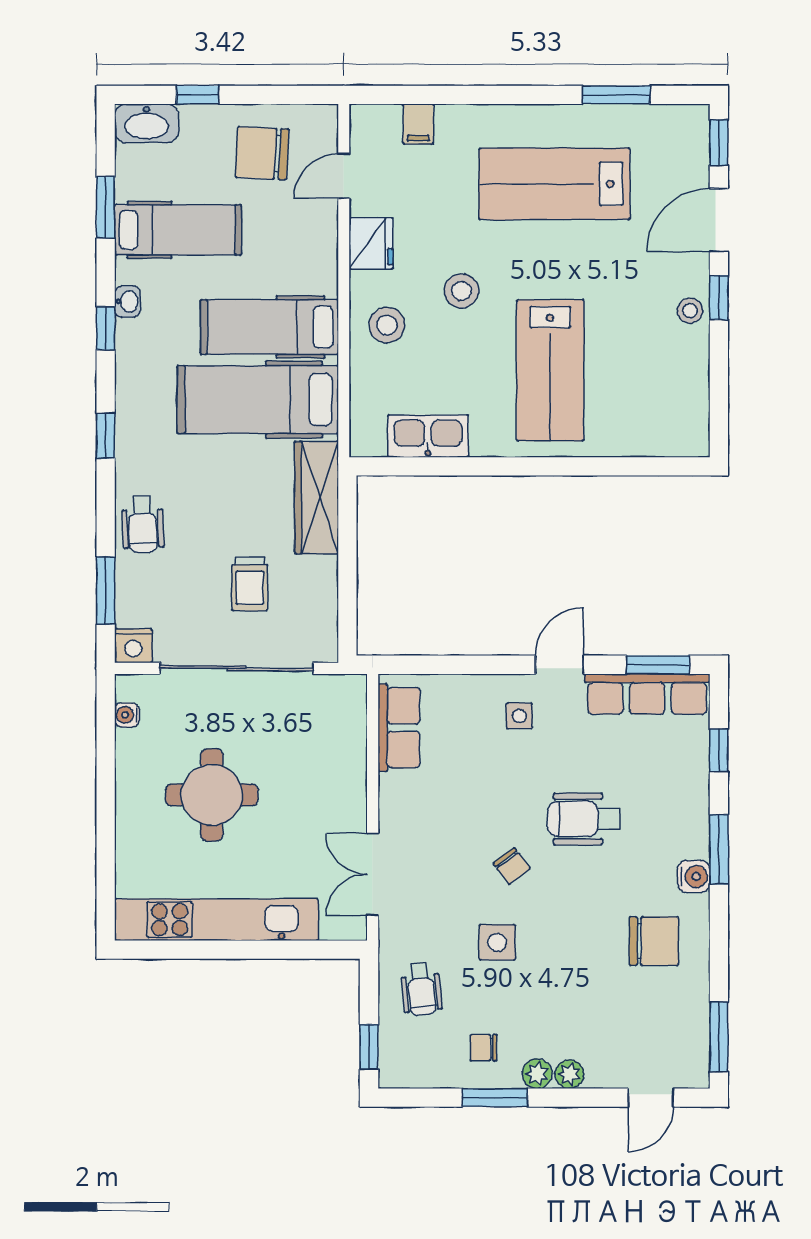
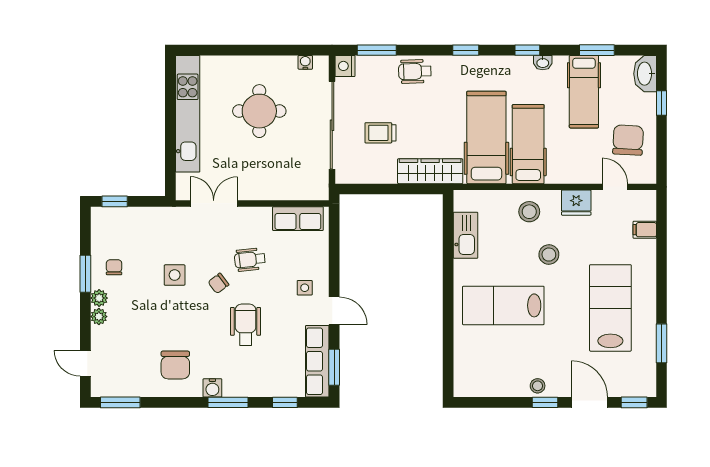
wheelchair: (421, 989) -> (250, 260), moved

